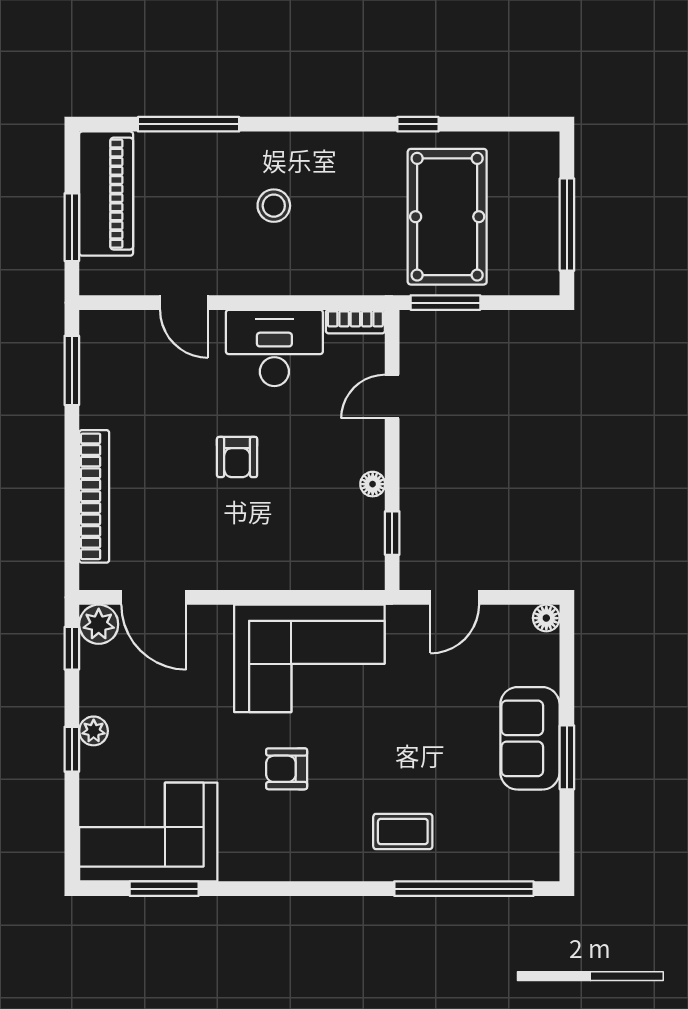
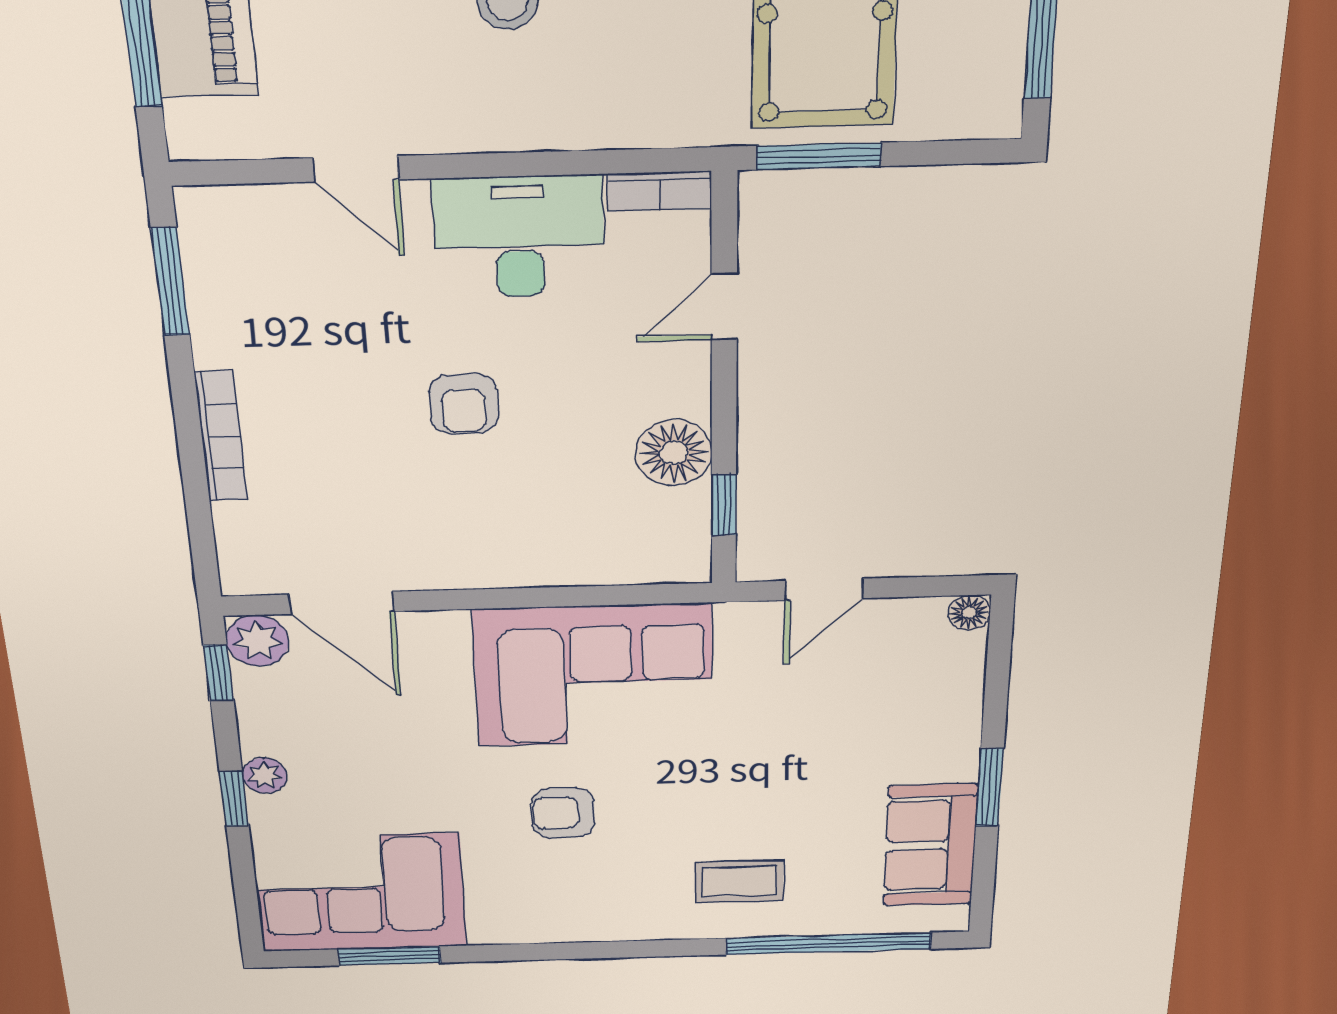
floor lamp: (373, 484) -> (674, 453), width x1.89, depth x1.89
bookcase: (94, 496) -> (221, 436), width x0.68, depth x0.76
sofa: (530, 738) -> (930, 845), moved

